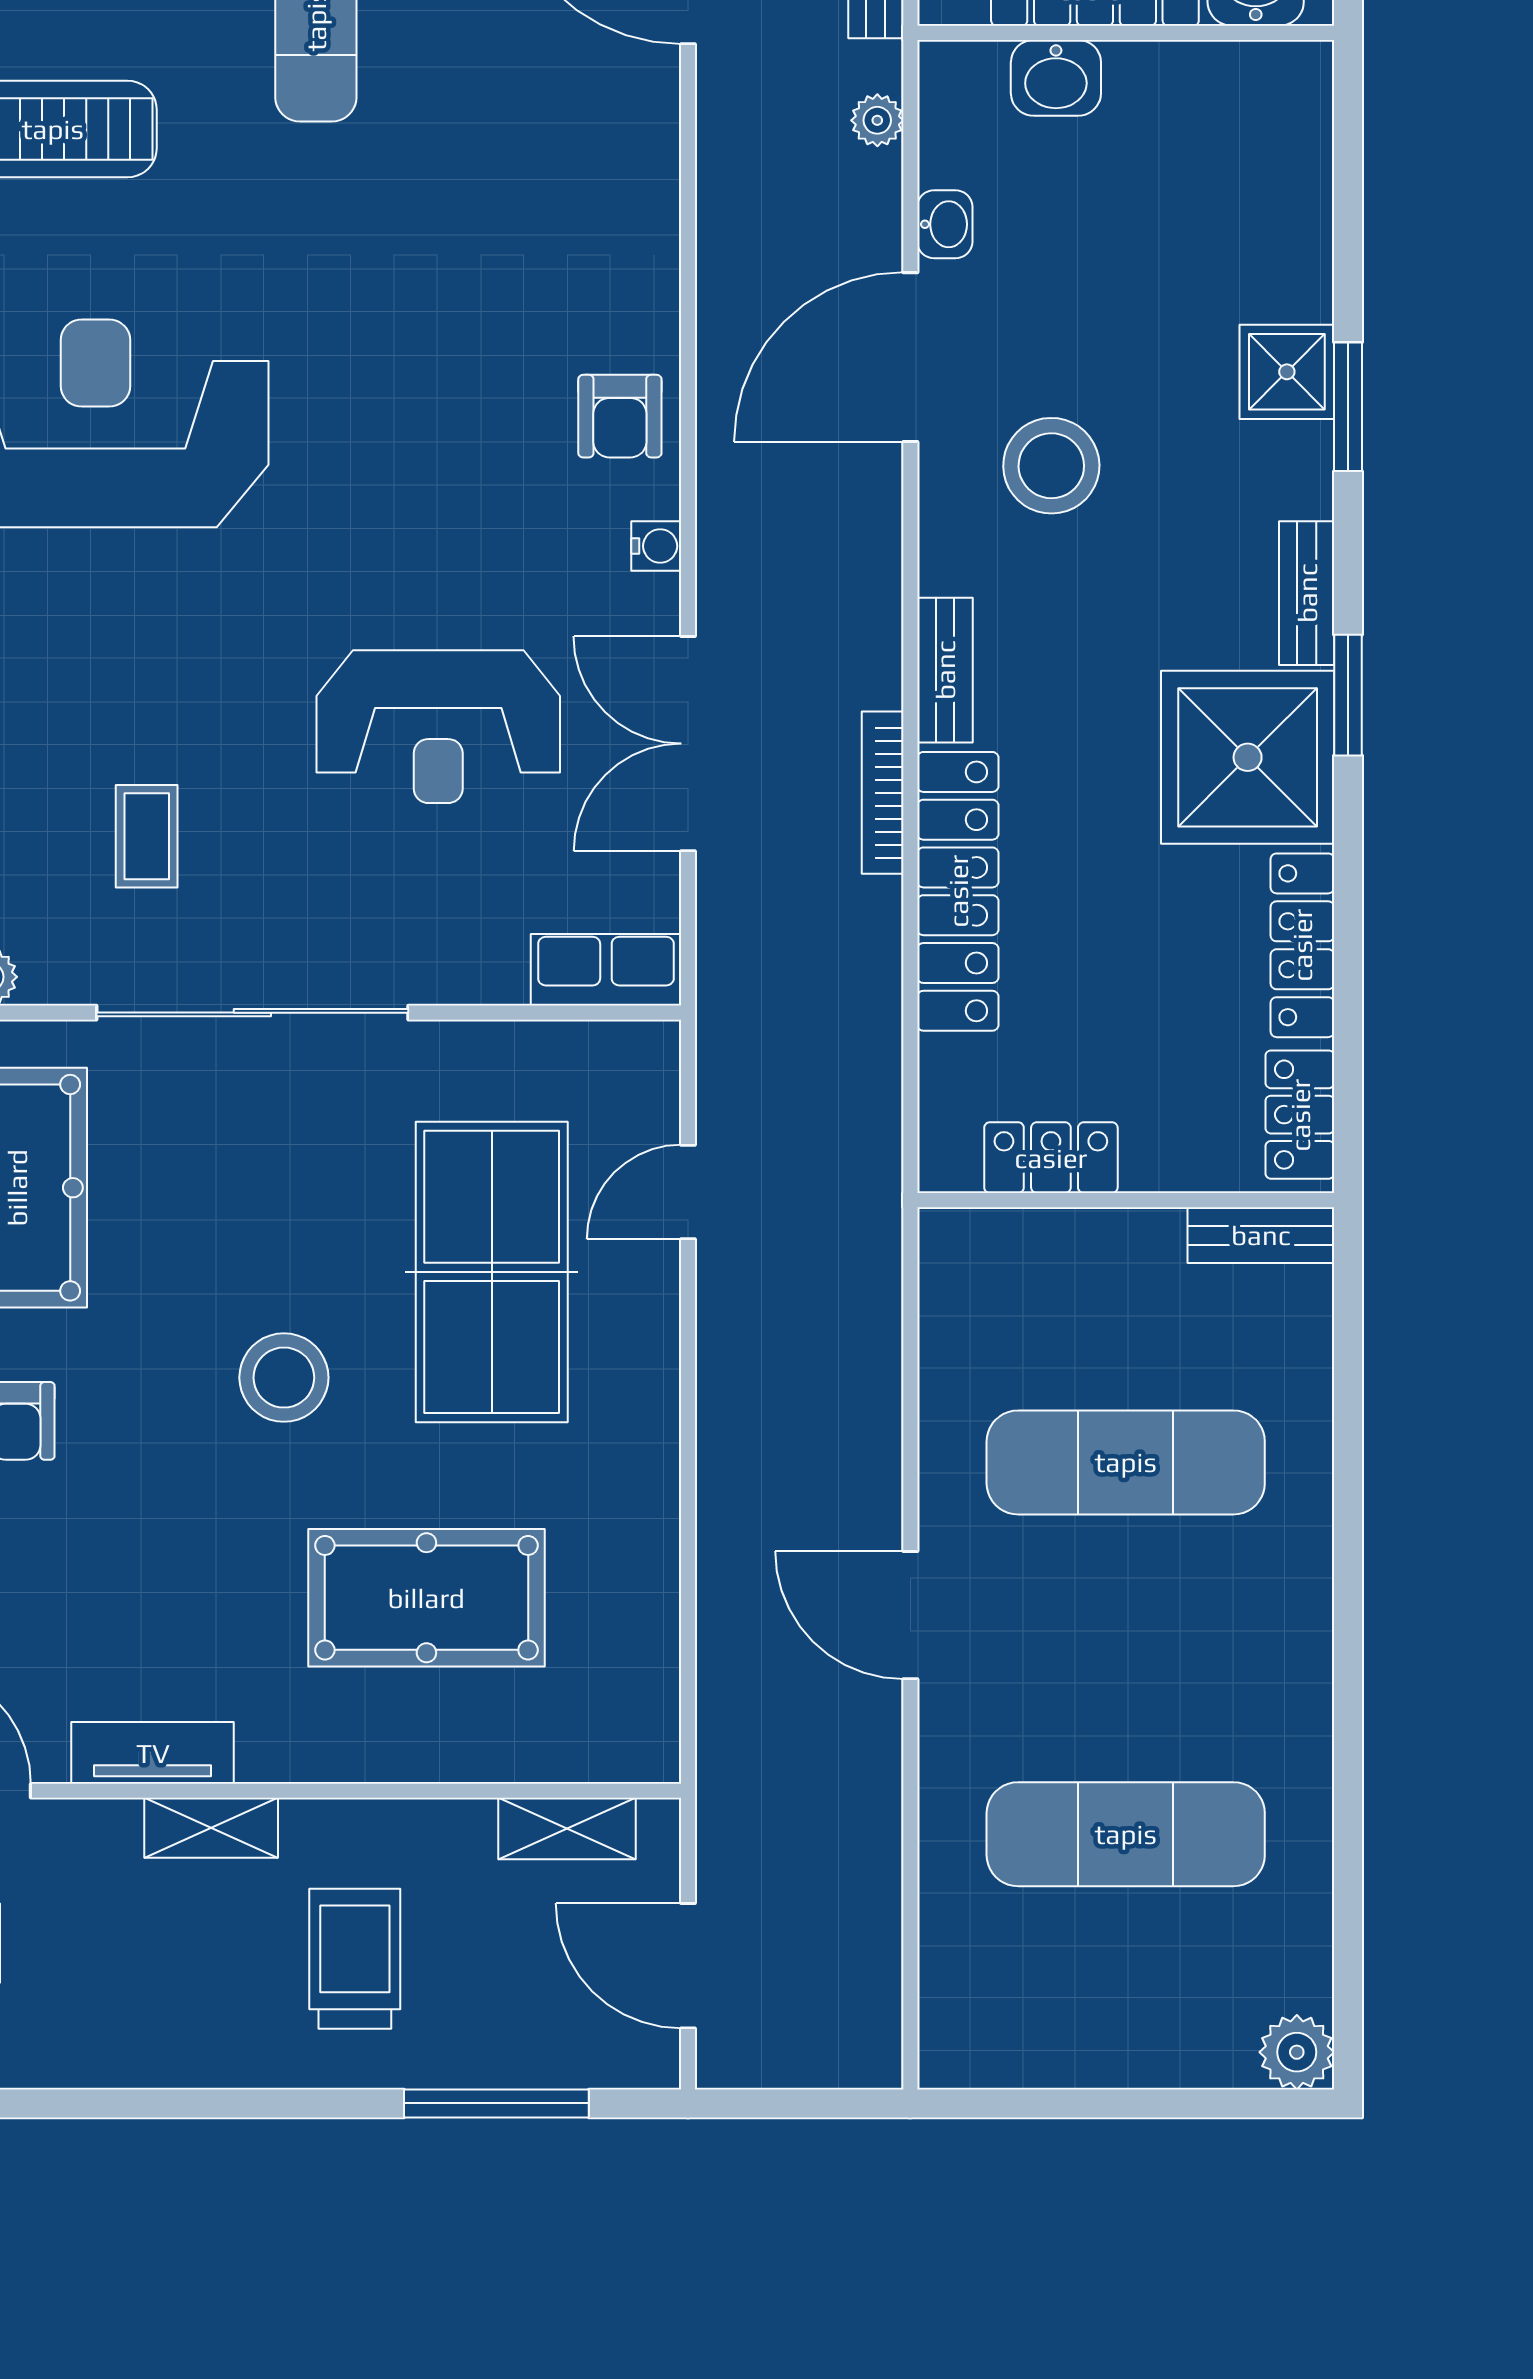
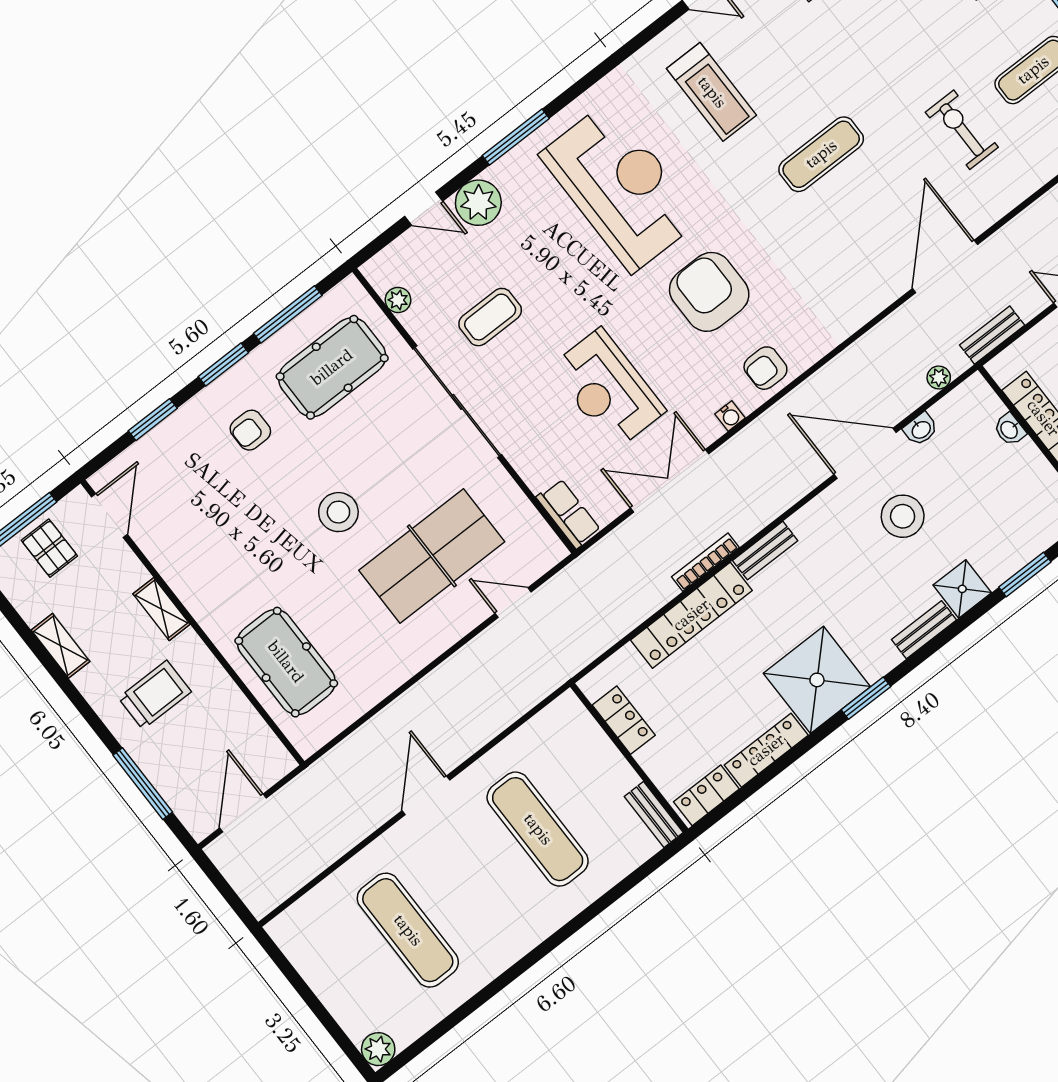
washbasin: (1056, 78) -> (1010, 430), width x0.72, depth x0.69
window: (1348, 407) -> (1025, 575), moved
armchair: (406, 411) -> (709, 292), added
stool: (1051, 466) -> (903, 516), moved
bench: (1307, 593) -> (924, 630), moved
coffee table: (147, 836) -> (490, 317), width x1.36, depth x1.30
pool table: (426, 1598) -> (286, 662), moved
tv unit: (153, 1753) -> (172, 568), removed
shelving: (567, 1829) -> (61, 646), moved

